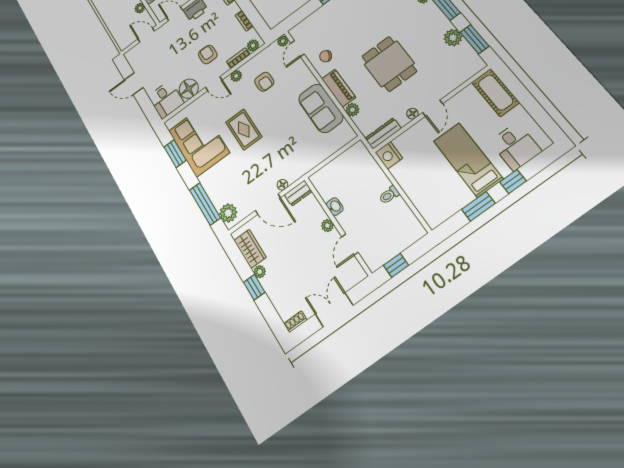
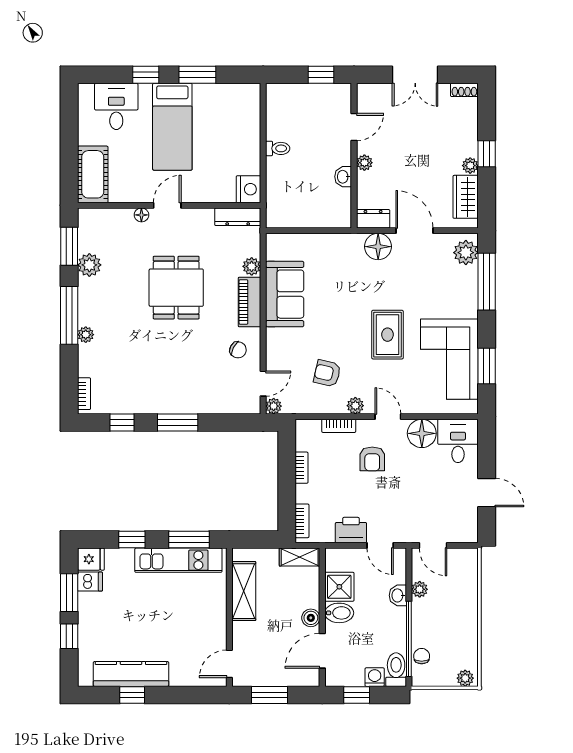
plant: (253, 45) -> (311, 428), removed
armchair: (264, 82) -> (327, 373), turned -77
floor lamp: (412, 114) -> (141, 215), moved
floor lamp: (282, 185) -> (378, 247), width x1.89, depth x1.89

